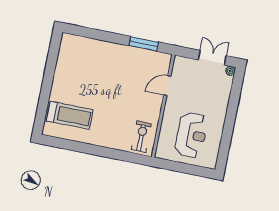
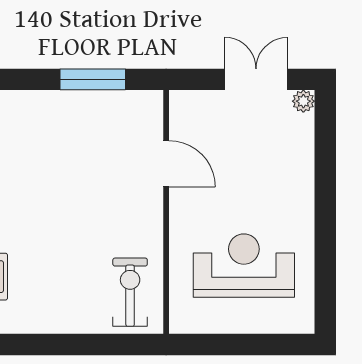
door: (167, 86) -> (166, 164), swing flipped
reception desk: (191, 135) -> (244, 266), turned -90

